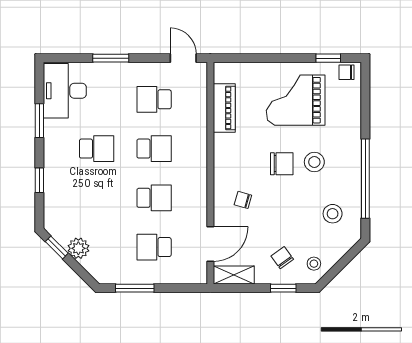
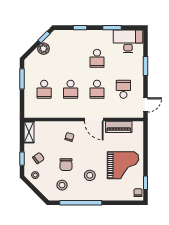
grand piano: (296, 100) -> (123, 165), turned 90
chair: (282, 164) -> (66, 165), moved
door: (210, 244) -> (94, 119), moved
school desk: (154, 247) -> (44, 89), turned 180

